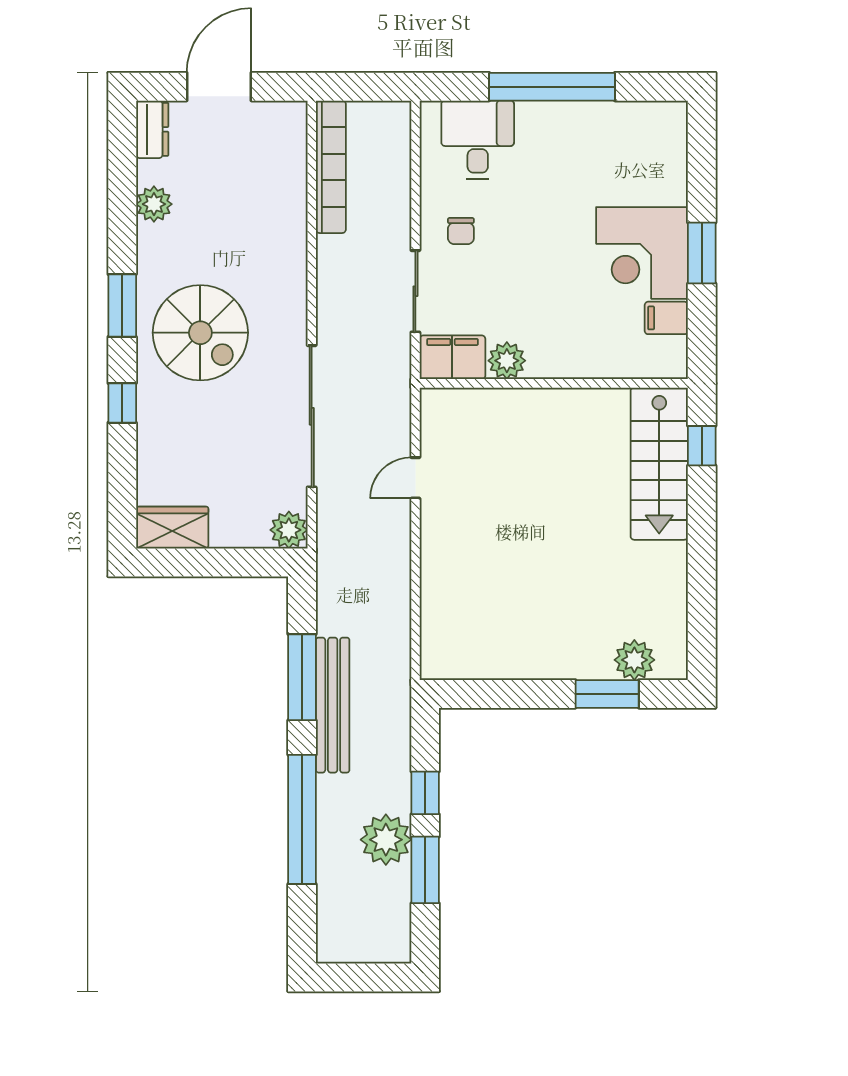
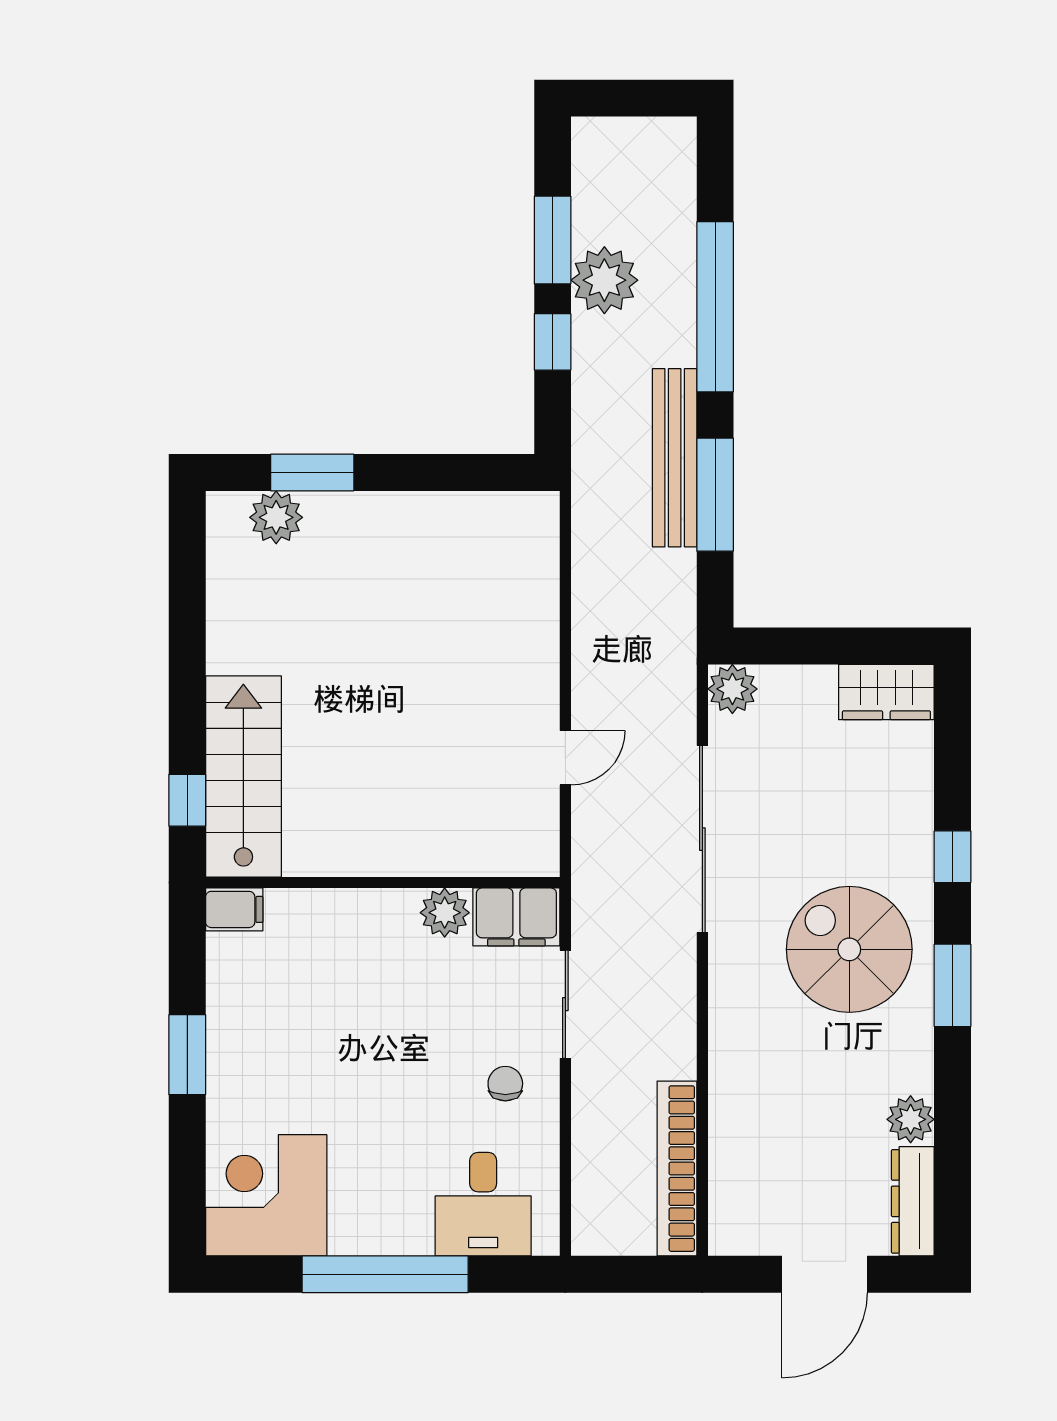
dresser: (152, 129) -> (913, 1201), width x1.44
corner desk: (642, 253) -> (266, 1195), moved, turned -90
filing cabinet: (666, 318) -> (234, 909), moved

